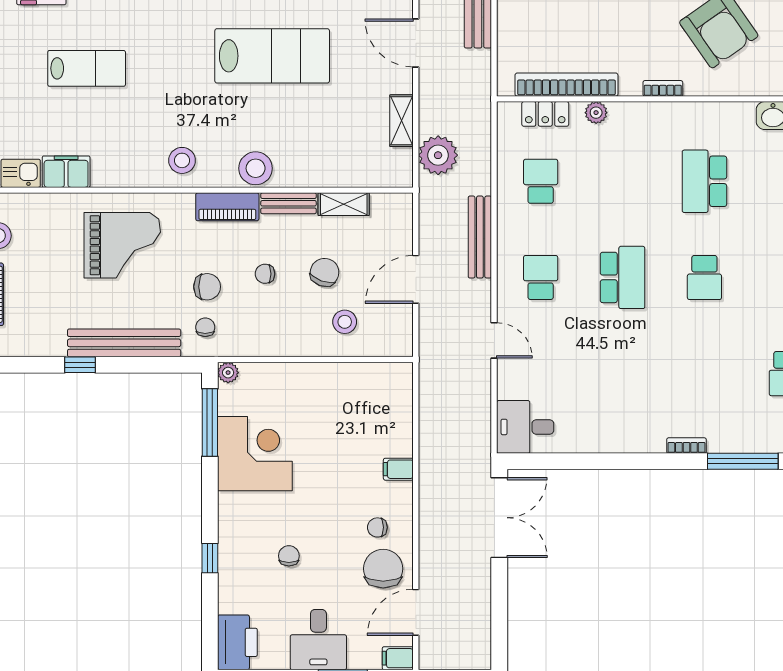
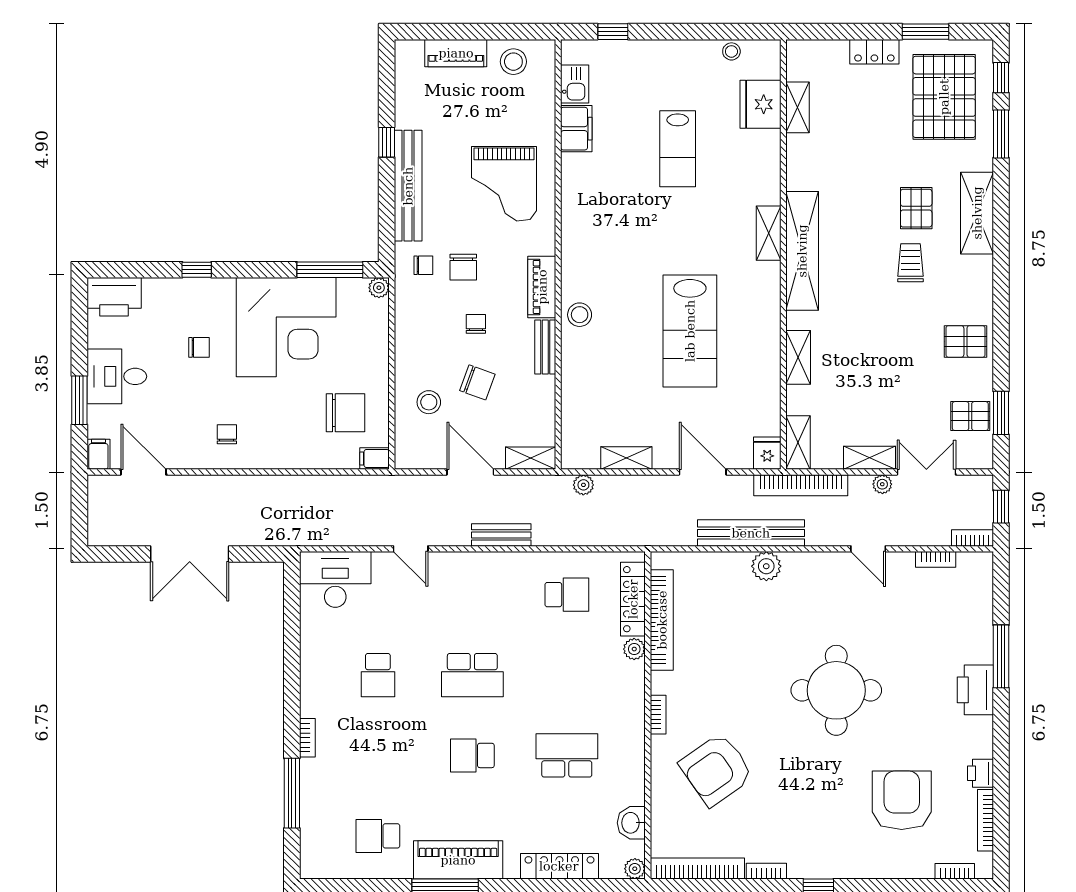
door: (416, 43) -> (703, 472), hinge flipped
locker: (545, 114) -> (633, 599), width x1.53
plant: (438, 155) -> (583, 485), width x0.53, depth x0.53
stool: (182, 160) -> (587, 242), removed
stool: (256, 168) -> (580, 315), width x0.73, depth x0.73
shelving: (344, 204) -> (531, 458), moved, turned 90
bench: (480, 237) -> (501, 535), width x0.73
school desk: (541, 277) -> (378, 675), moved, turned 90
door: (494, 340) -> (411, 549), hinge flipped
desk: (525, 427) -> (335, 579), width x1.37
corner desk: (255, 454) -> (286, 327), width x1.36, depth x1.36
filing cabinet: (398, 469) -> (375, 459), moved, turned -90
double door: (499, 518) -> (190, 554), moved
chair: (383, 569) -> (345, 413), moved

